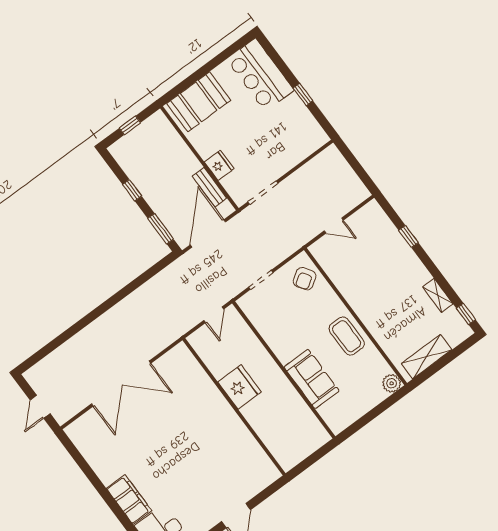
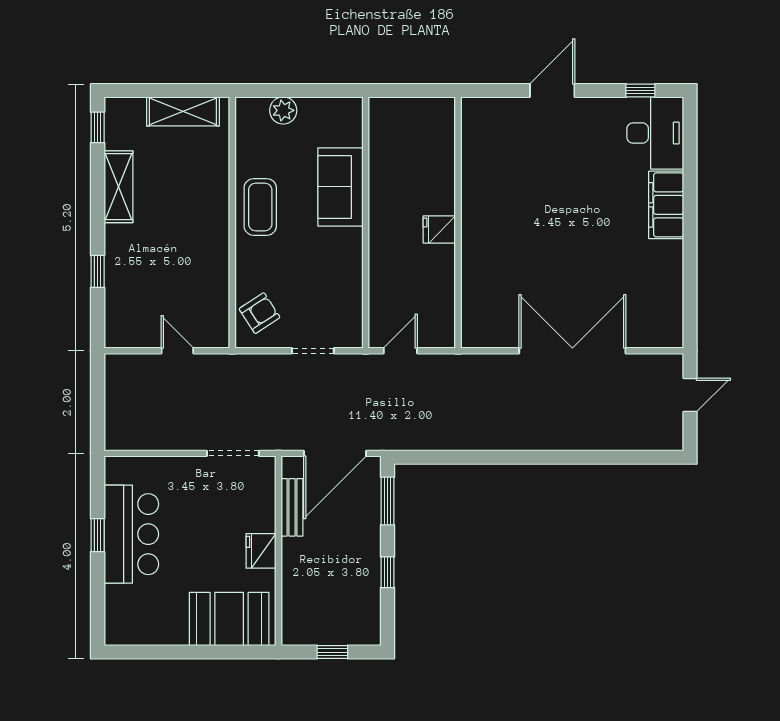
bar counter: (260, 75) -> (131, 534), moved
fridge: (219, 165) -> (261, 551), moved
shelving: (438, 295) -> (118, 187), width x1.50, depth x1.33
plant: (392, 383) -> (283, 110), moved
fridge: (239, 387) -> (439, 229), width x0.53, depth x0.75

